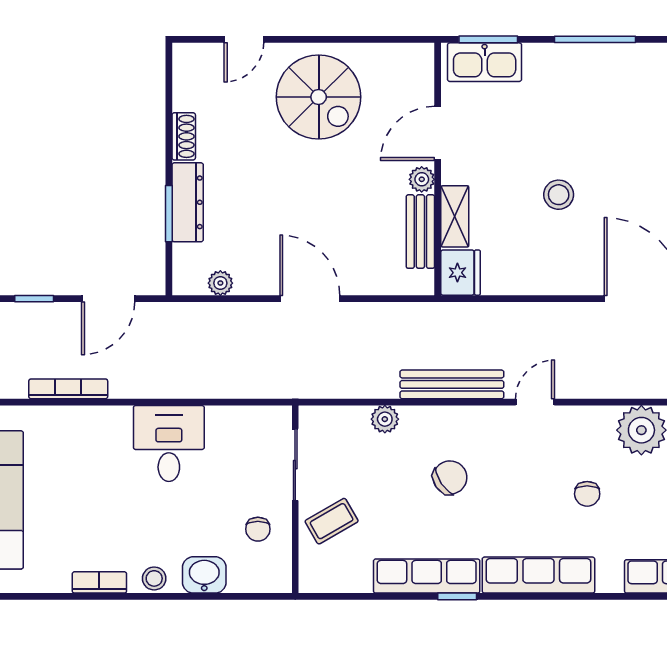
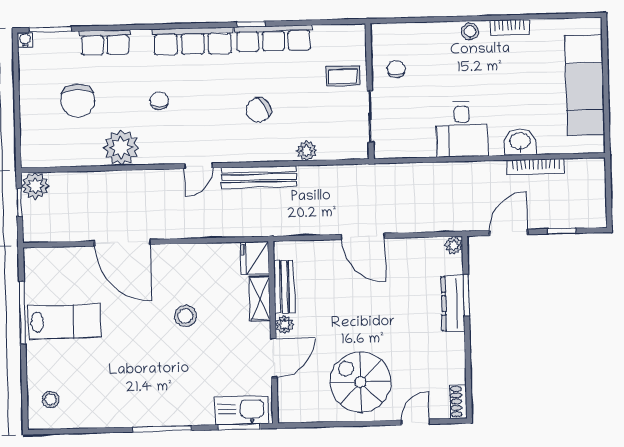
shoe rack: (184, 136) -> (458, 402), moved
plant: (220, 283) -> (454, 245), moved
coffee table: (332, 521) -> (343, 76), turned 30
washbasin: (204, 575) -> (520, 142), moved, turned 180

